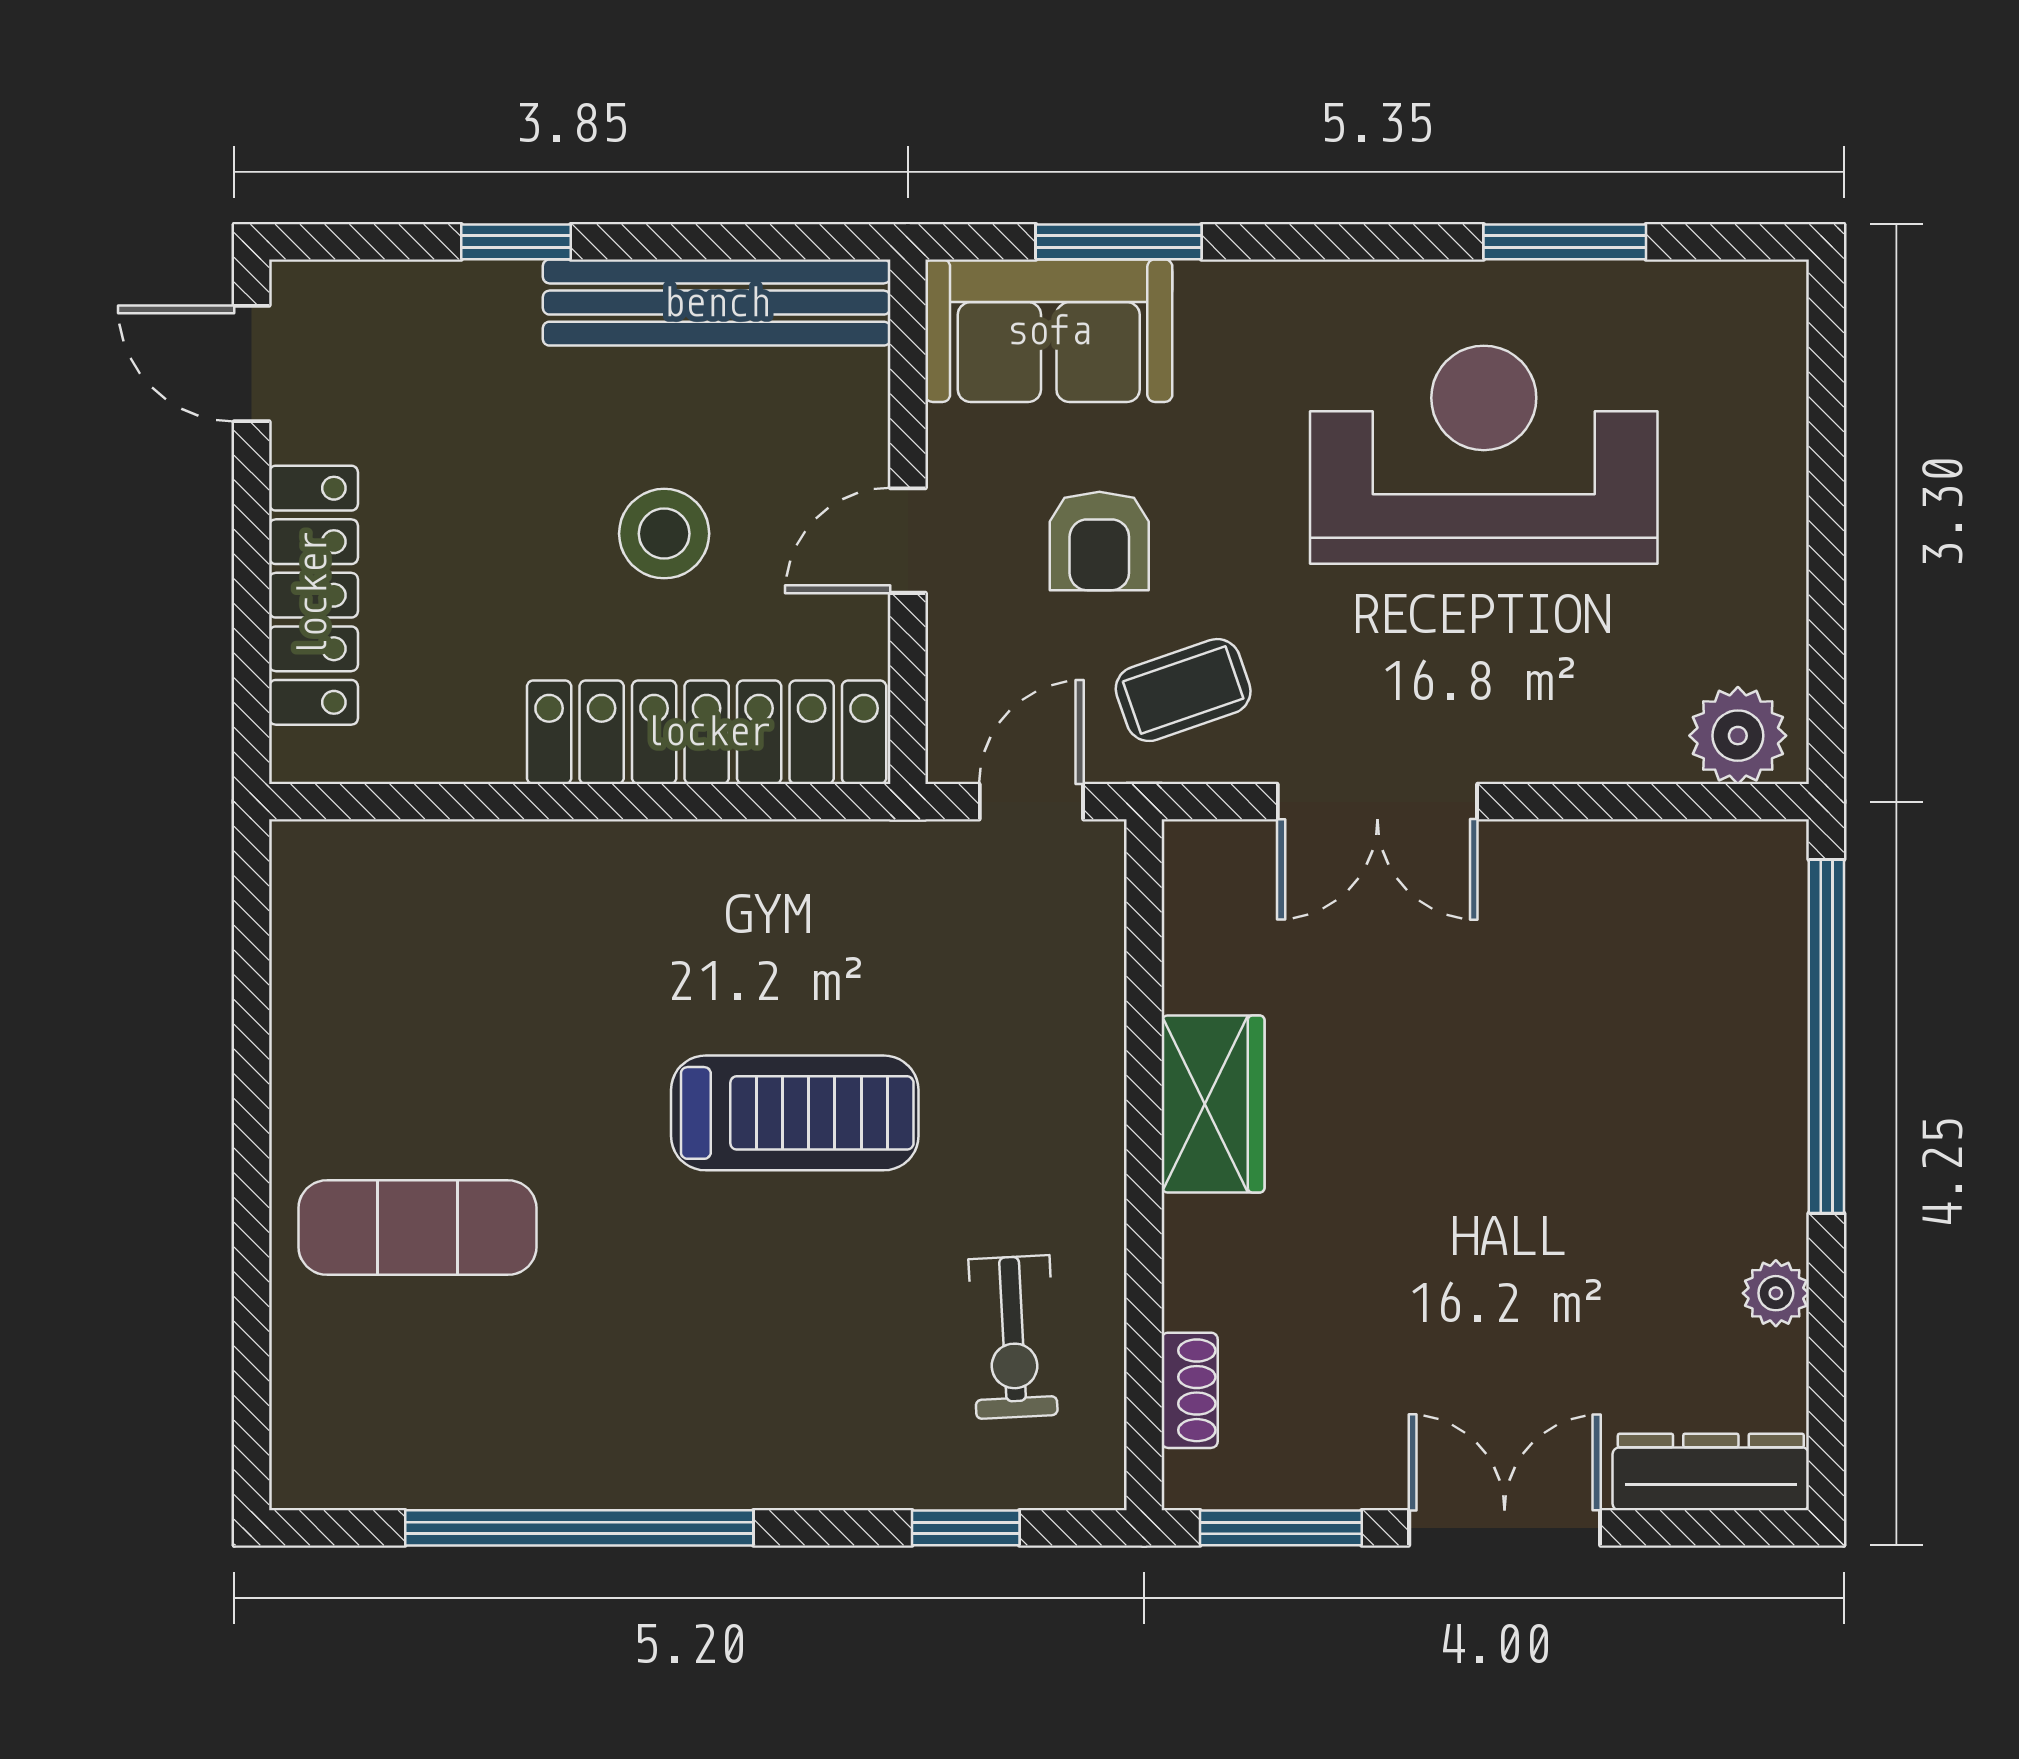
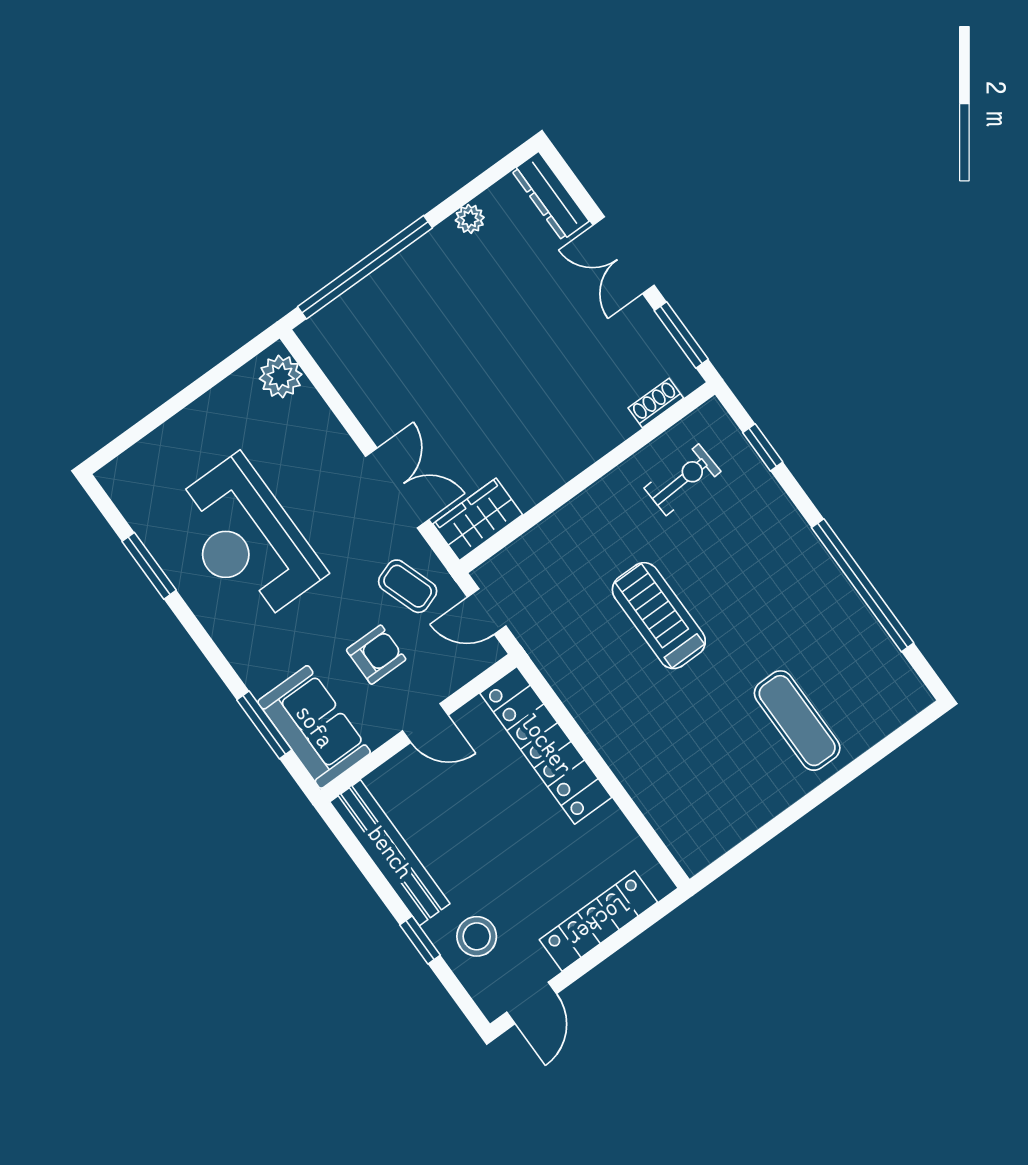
stool: (664, 534) -> (477, 936), moved
wardrobe: (1213, 1104) -> (478, 519), moved

